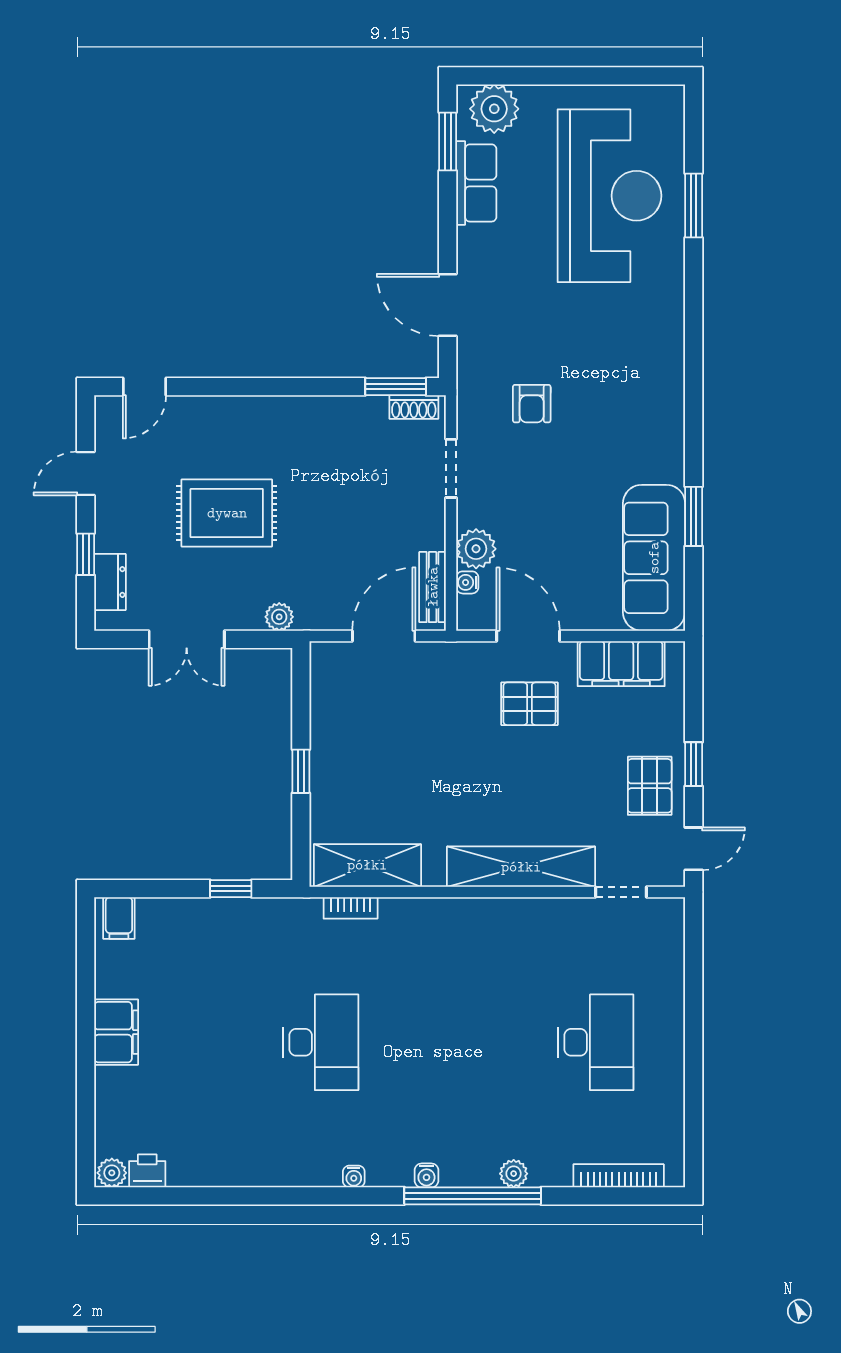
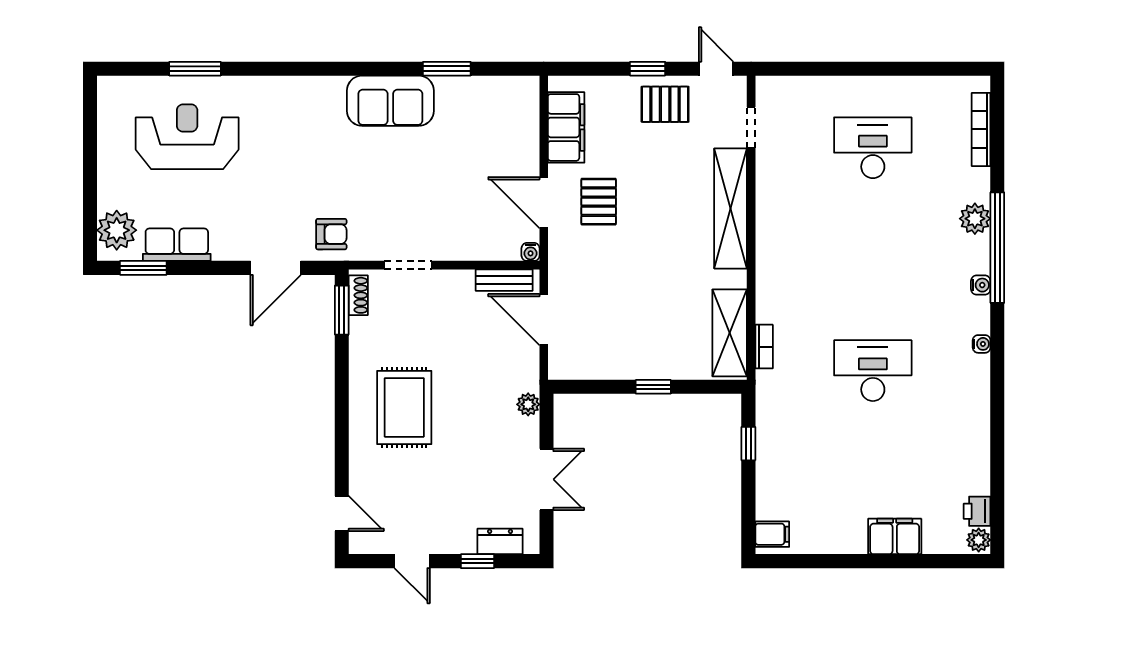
reception desk: (610, 196) -> (187, 137), width x0.74, depth x0.77
armchair: (532, 404) -> (331, 234), moved
rug: (227, 513) -> (404, 407), moved
plant: (476, 549) -> (473, 245), removed
sofa: (654, 558) -> (390, 101), moved, width x0.73
water cooler: (467, 582) -> (531, 252), moved
door: (528, 636) -> (544, 203), hinge flipped
filing cabinet: (116, 1032) -> (895, 536), moved
plant: (514, 1174) -> (975, 219), width x1.38, depth x1.38

